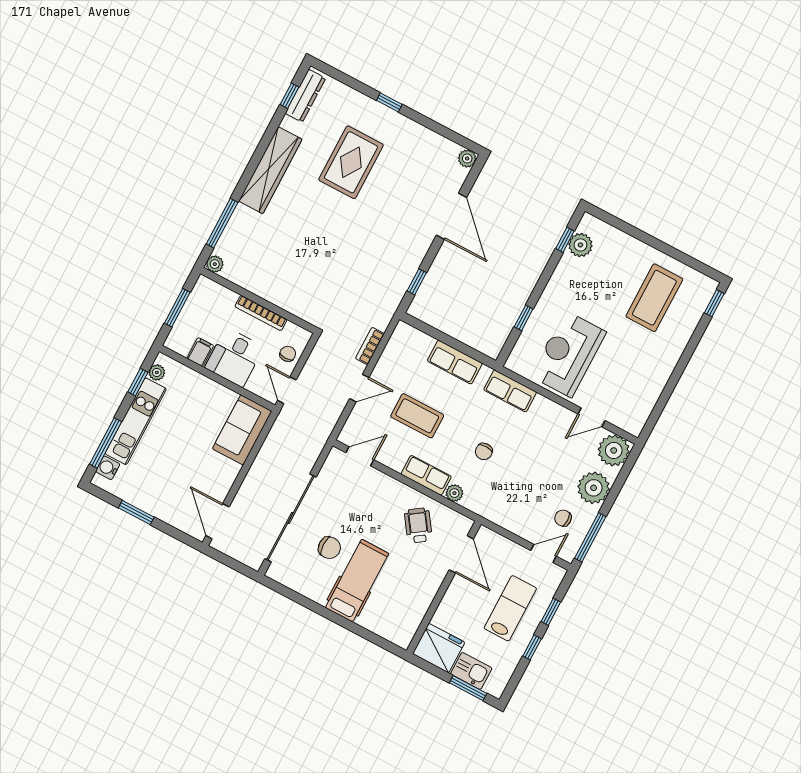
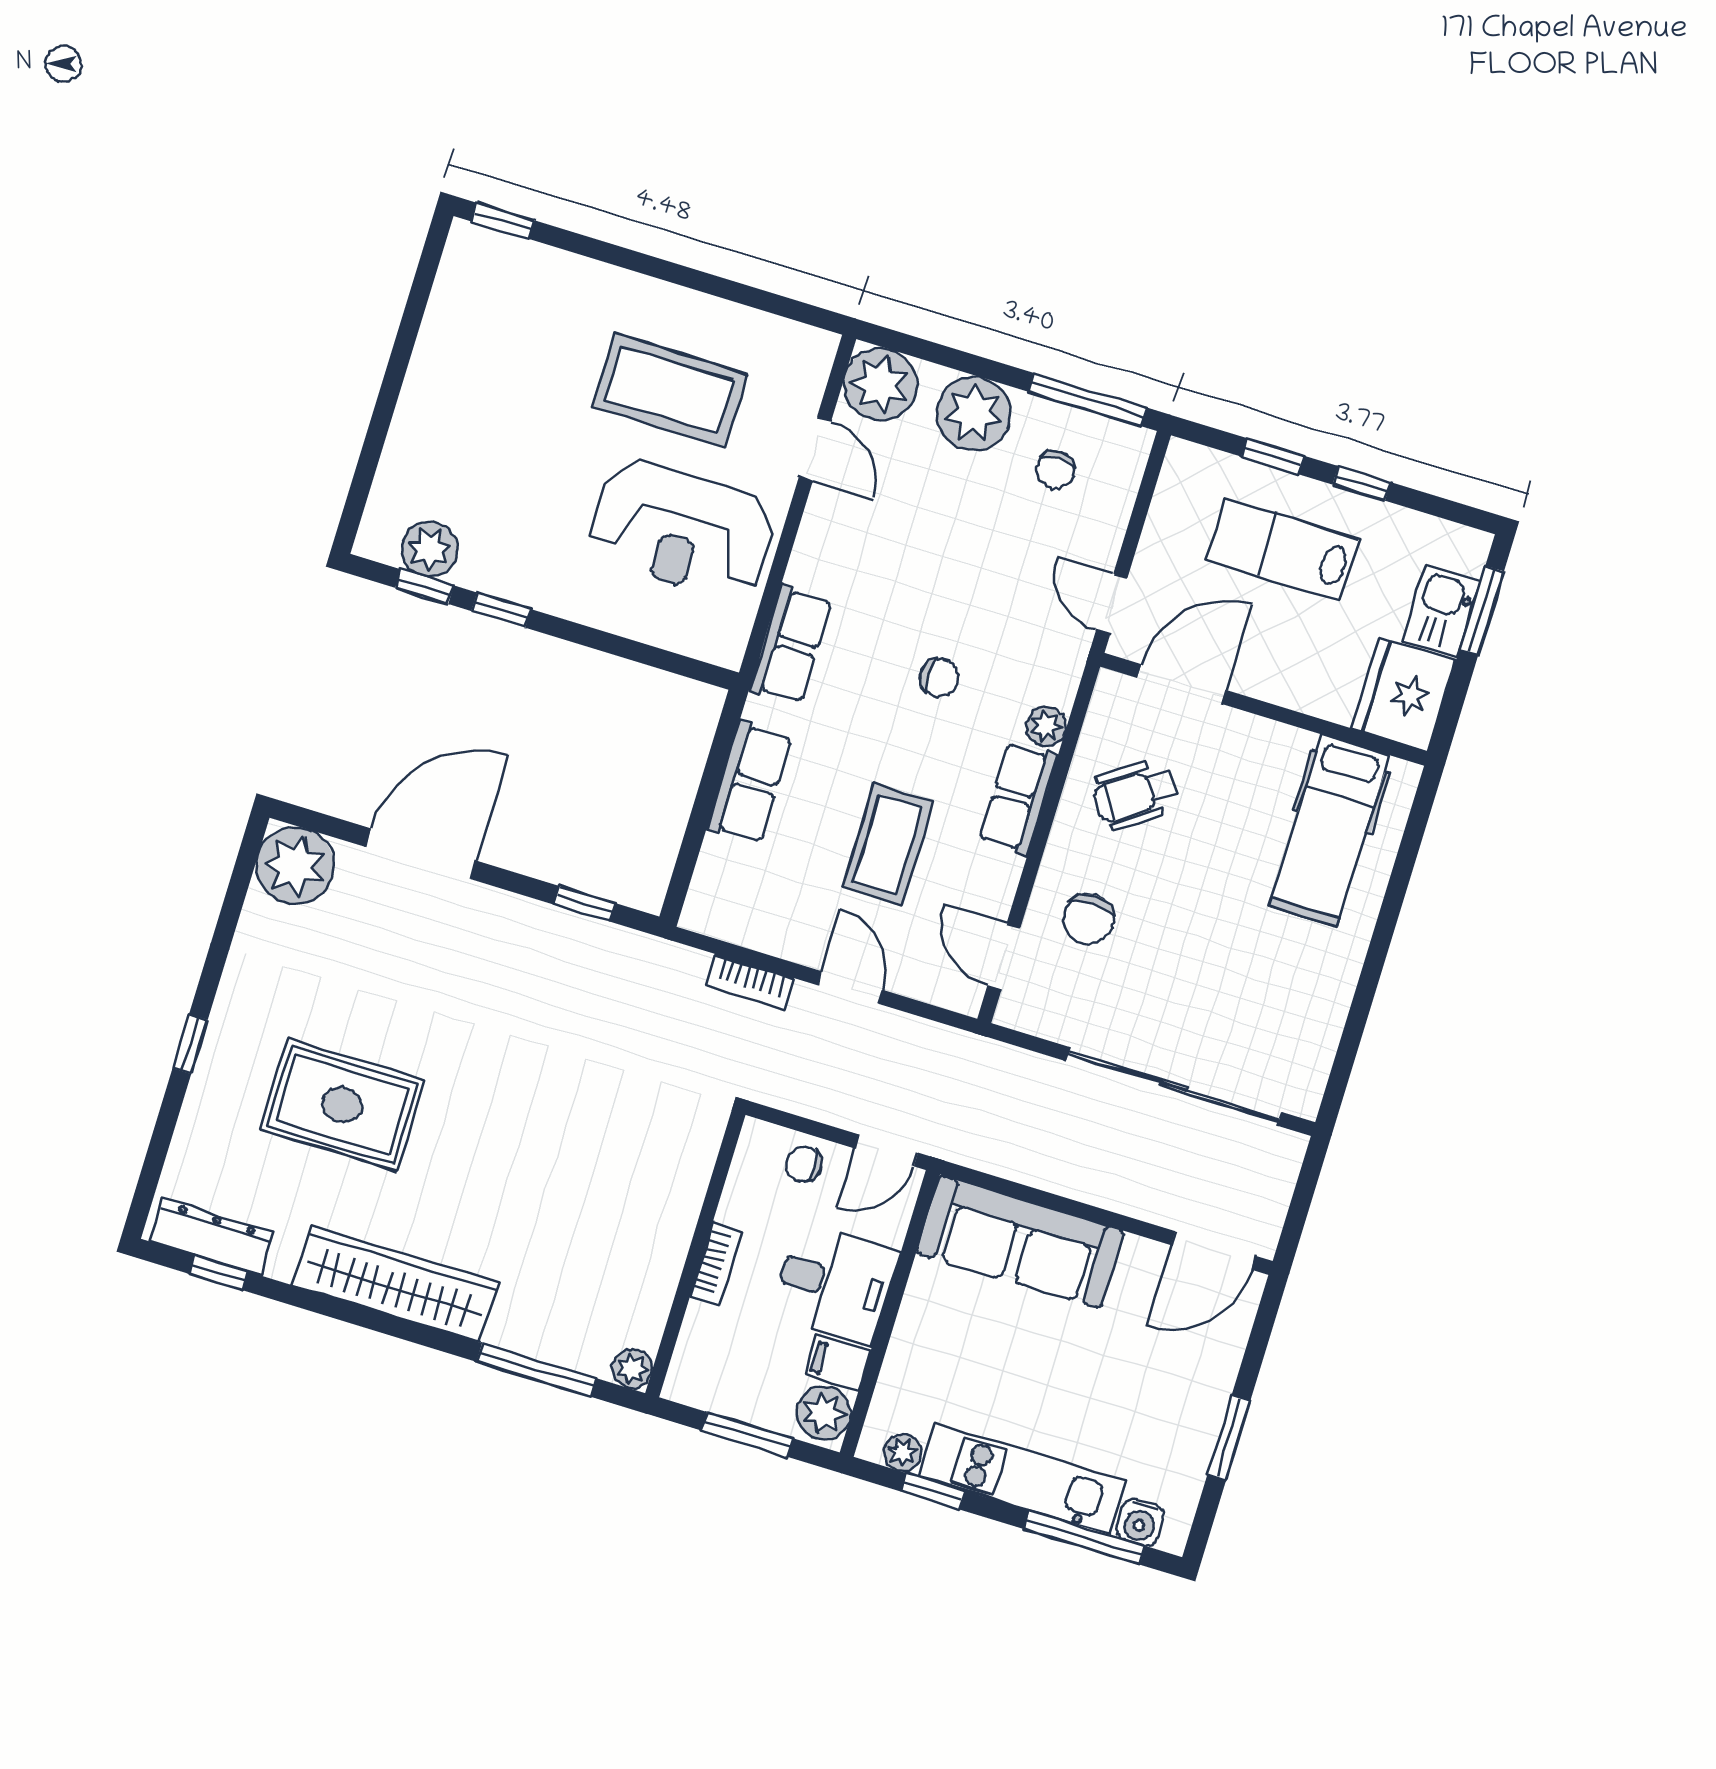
plant: (467, 158) -> (295, 866), width x1.88, depth x1.88
coffee table: (654, 298) -> (670, 390), moved
bookcase: (261, 313) -> (716, 1264), width x0.64
window: (524, 318) -> (501, 610), moved
plant: (180, 342) -> (824, 1413), added
sofa: (242, 430) -> (1020, 1242), width x1.36
chair: (329, 548) -> (1088, 919), moved, turned 180
door: (543, 553) -> (1112, 604), moved
hospital bed: (357, 581) -> (1329, 831), moved, turned -90

